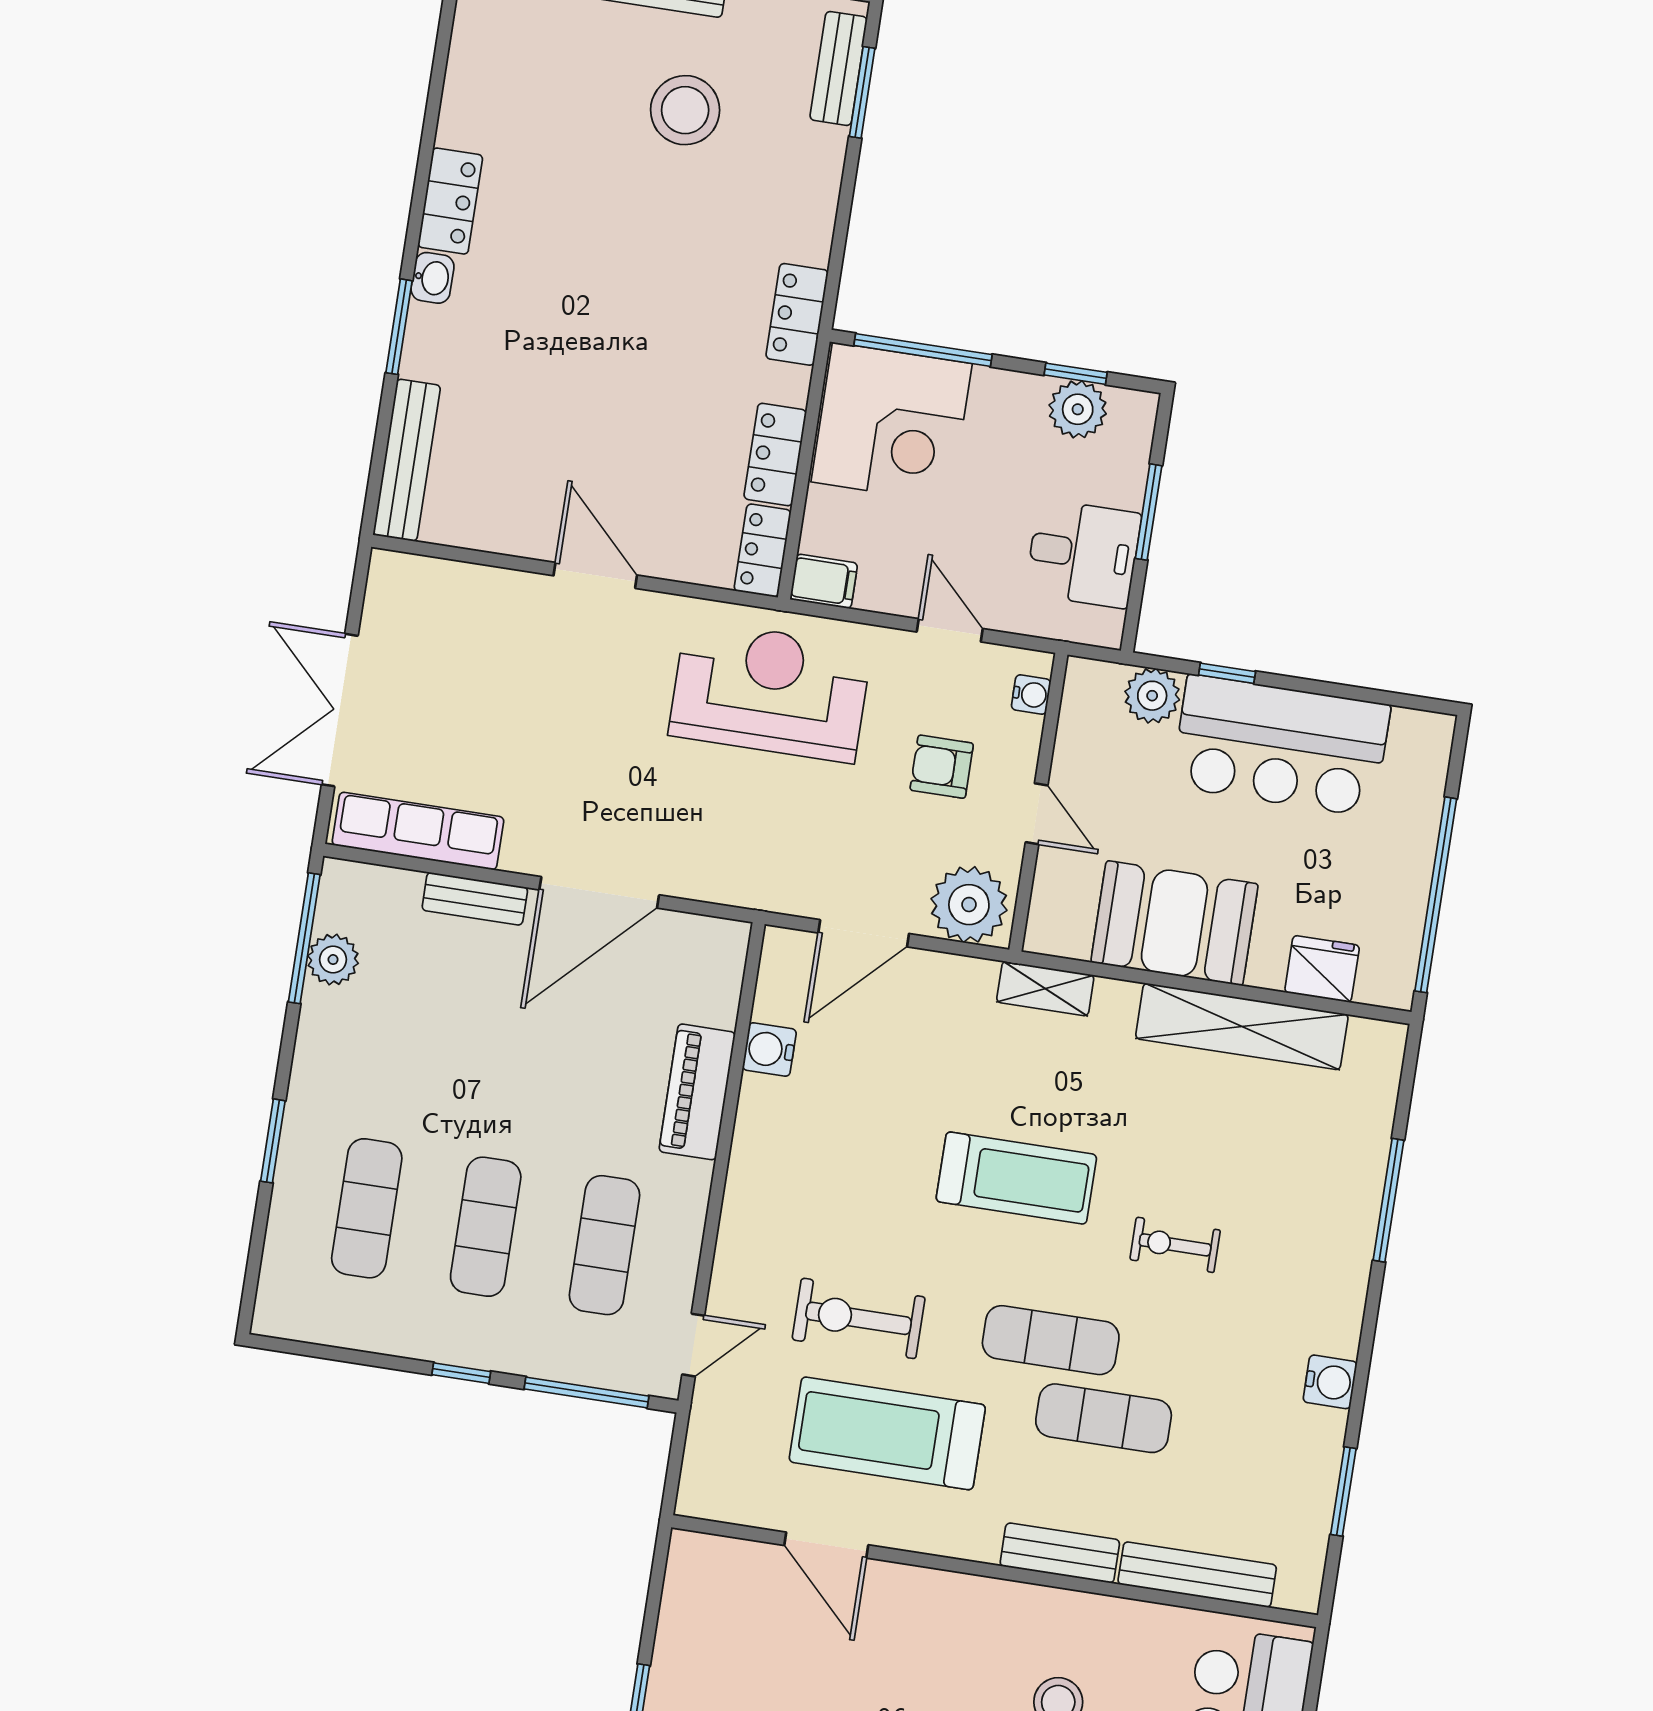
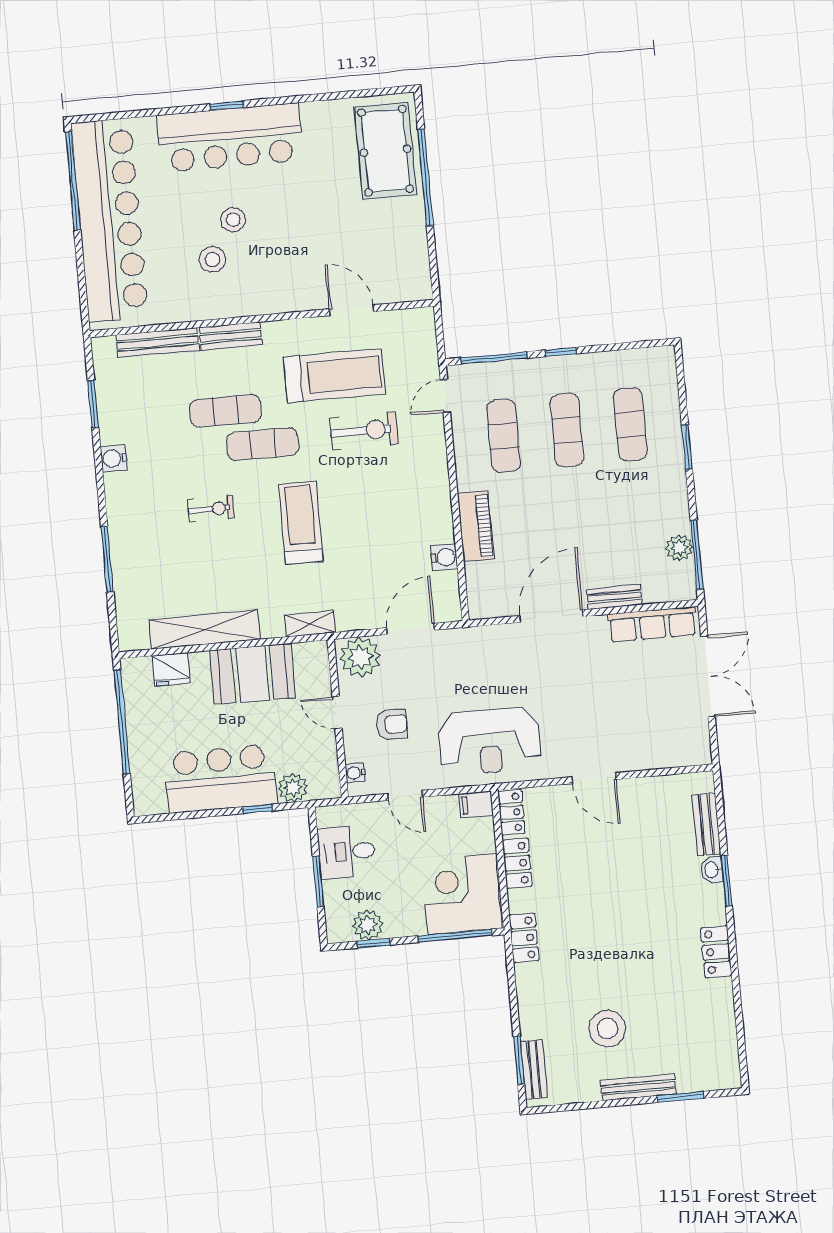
washbasin: (432, 278) -> (712, 870), moved
bench: (407, 460) -> (706, 824), width x0.73
treadmill: (1016, 1178) -> (301, 523), turned 90

